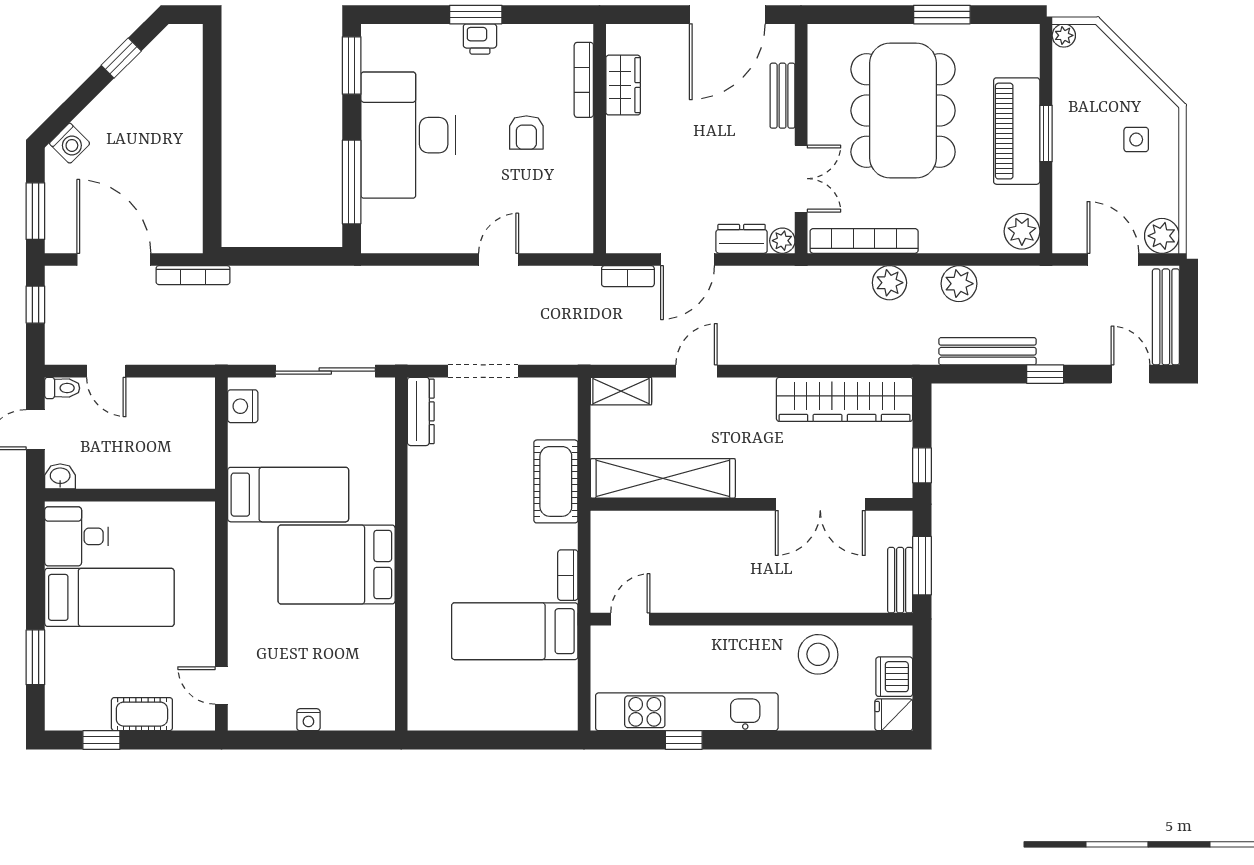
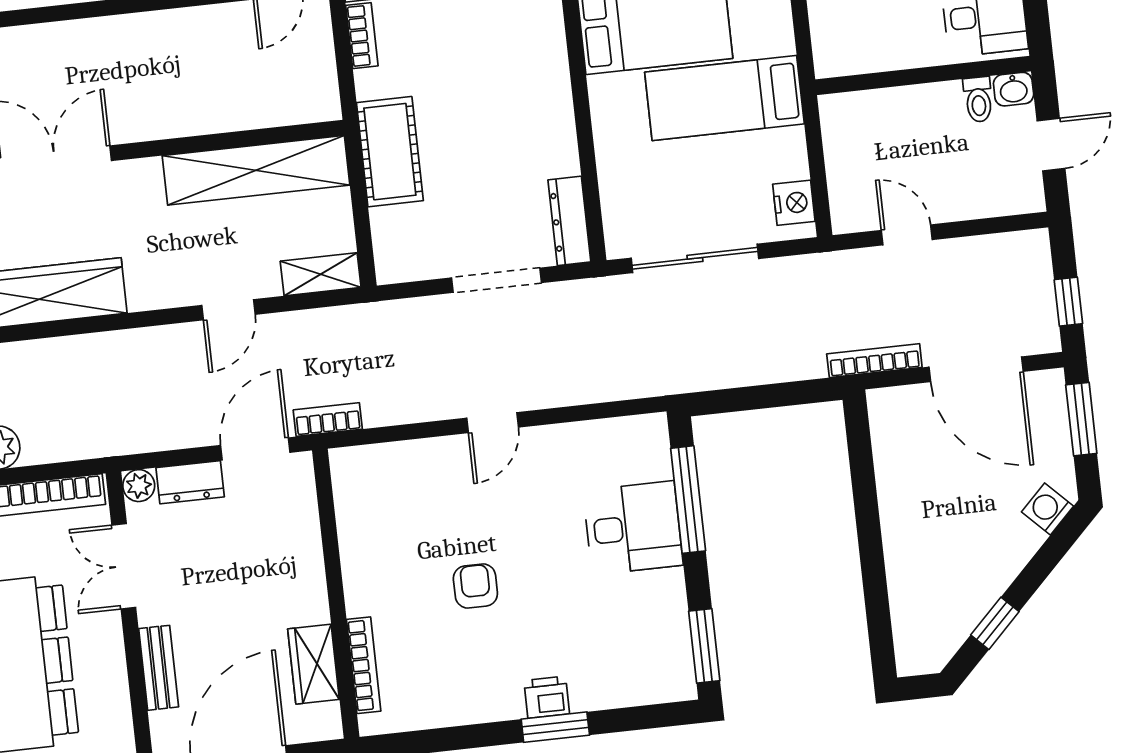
bookcase: (584, 80) -> (364, 665), moved
wardrobe: (623, 85) -> (314, 664), moved
desk: (408, 135) -> (633, 528), width x0.53, depth x0.77
wall: (600, 139) -> (336, 594), moved
door: (106, 371) -> (907, 235), moved
toilet: (62, 388) -> (978, 99), moved, turned -90

